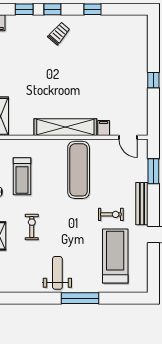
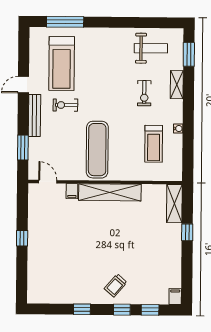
treadmill: (22, 176) -> (154, 144), turned 180
weight bench: (57, 273) -> (151, 48), moved, turned -90
window: (80, 298) -> (65, 22), moved

